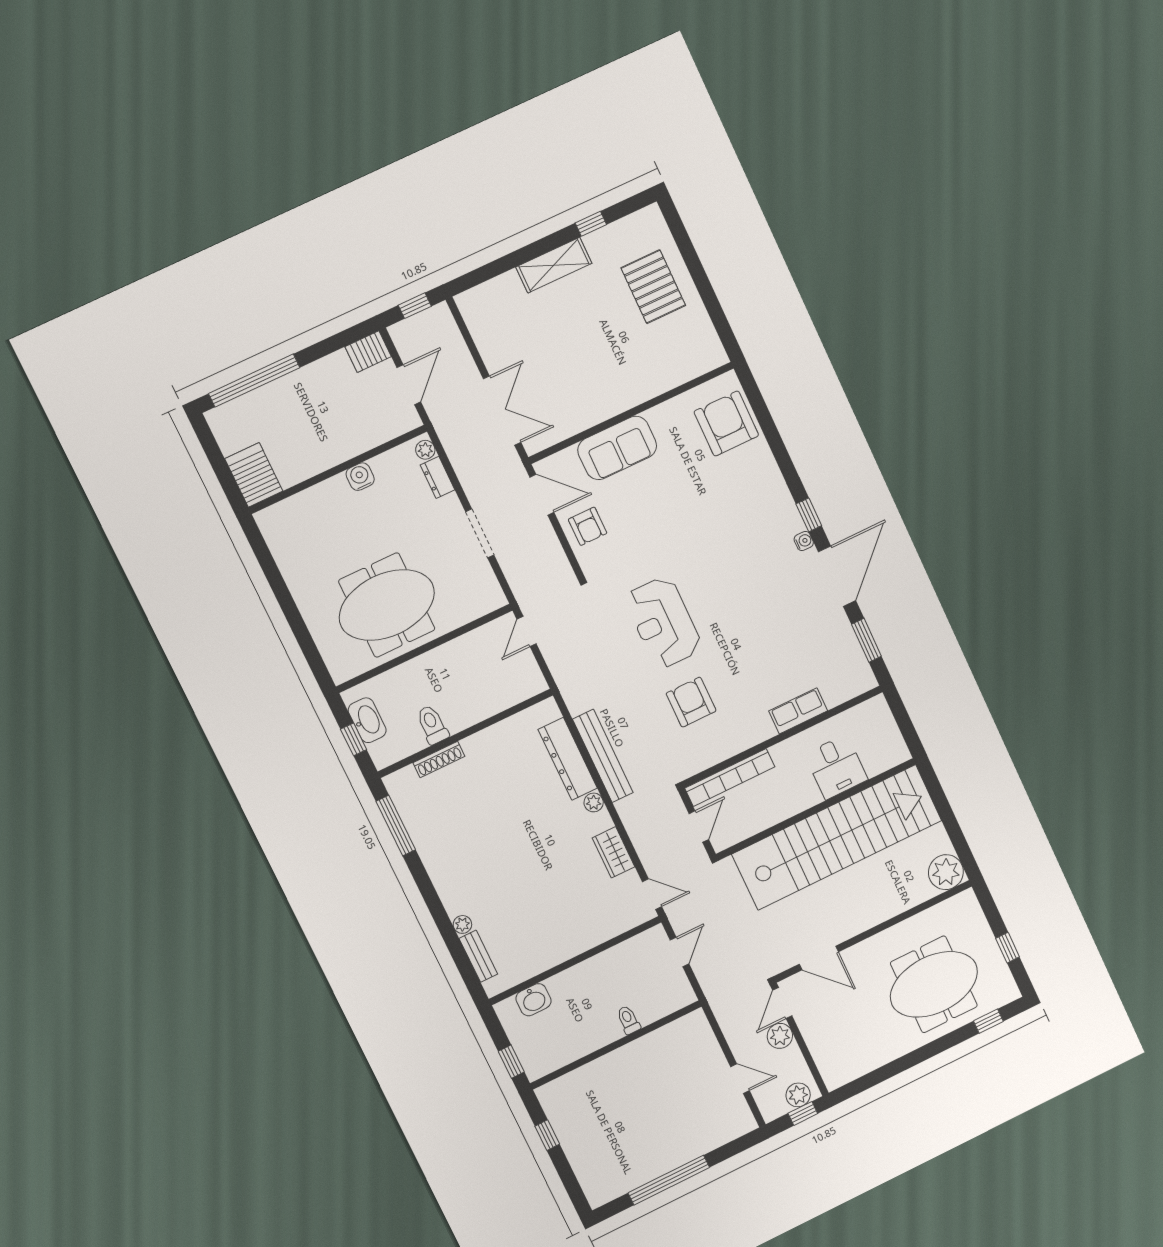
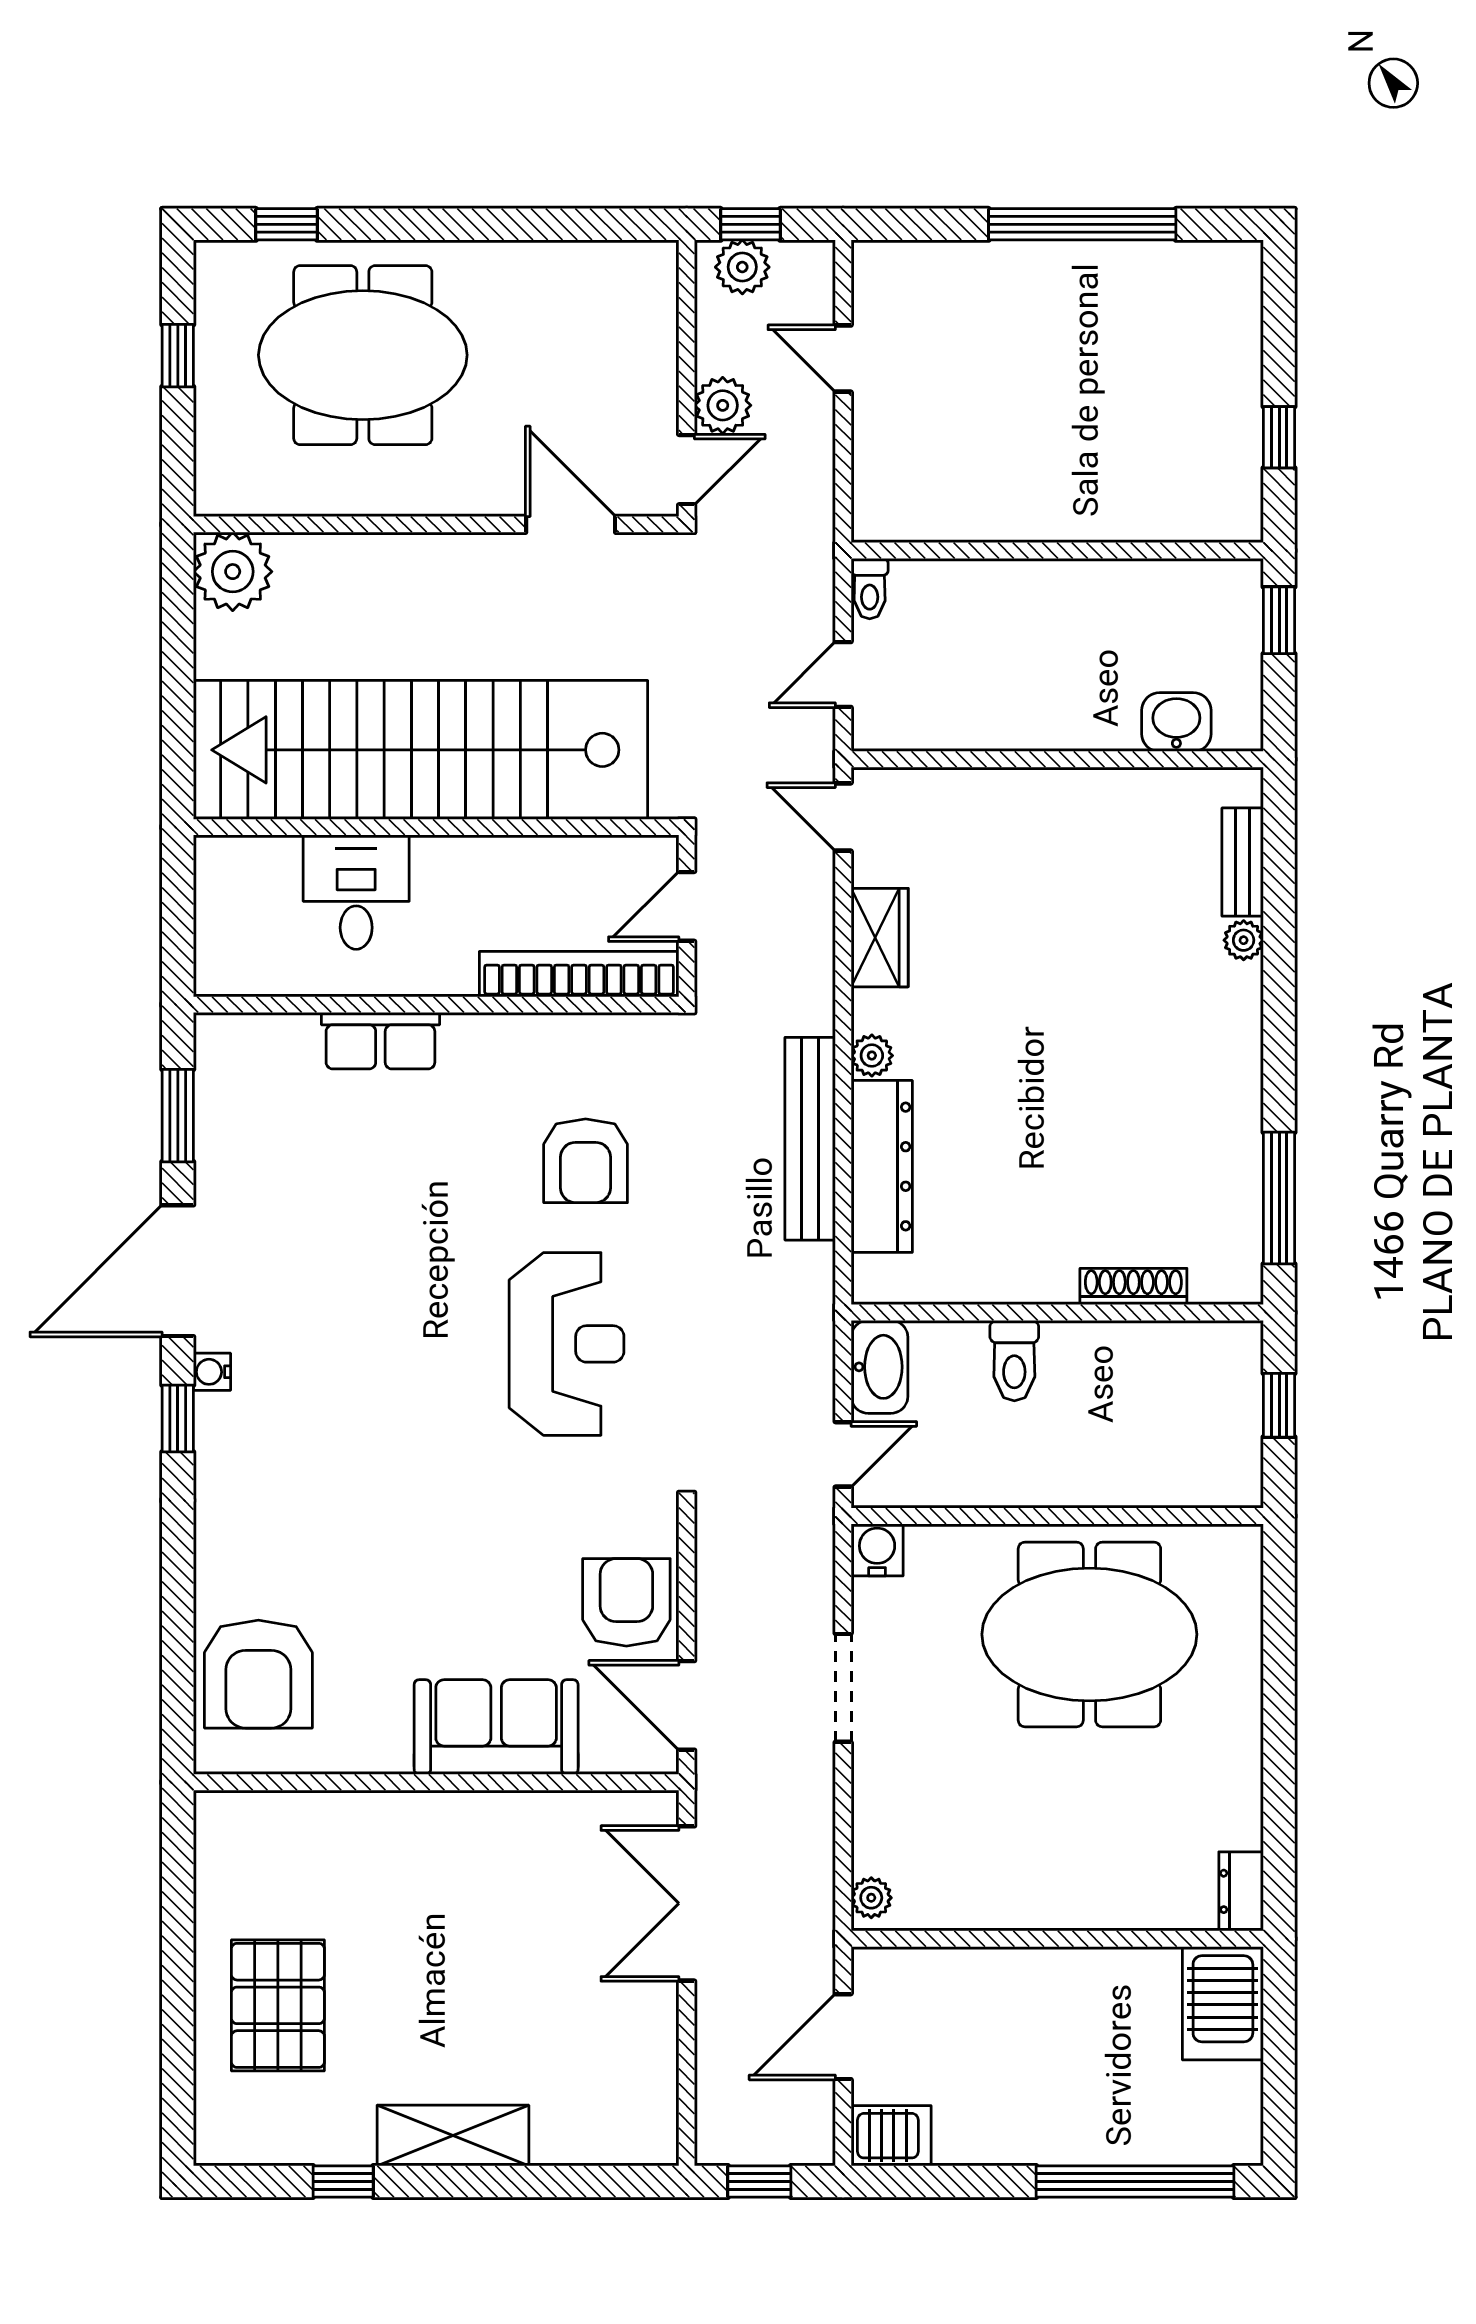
water cooler: (360, 477) -> (877, 1550), moved, turned 180
dresser: (437, 477) -> (1241, 1891), moved, turned 180
armchair: (588, 526) -> (626, 1602), width x1.38, depth x1.38
washbasin: (367, 720) -> (879, 1367), moved, turned 180
toilet: (432, 725) -> (1014, 1361), moved
toilet: (628, 1020) -> (870, 589), moved

